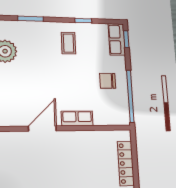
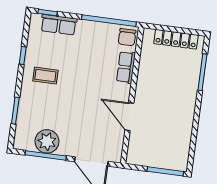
row of seats: (117, 39) -> (59, 25), moved
chair: (108, 81) -> (127, 37), moved
row of seats: (77, 118) -> (126, 67), moved

